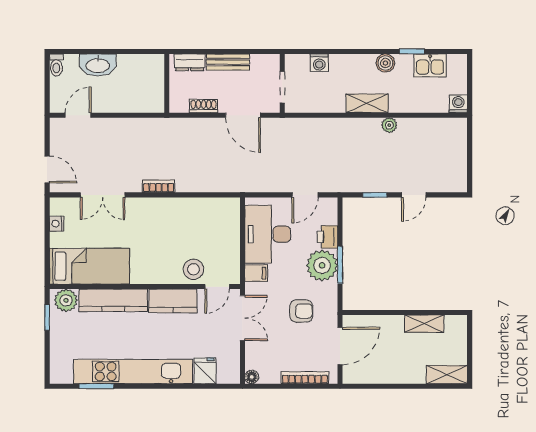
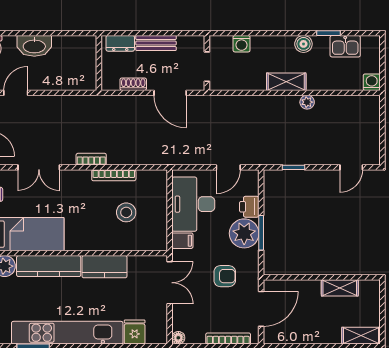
door: (414, 195) -> (351, 167), moved
bookcase: (183, 203) -> (114, 175), added
stool: (193, 269) -> (126, 212), moved
door: (217, 287) -> (146, 253), removed

